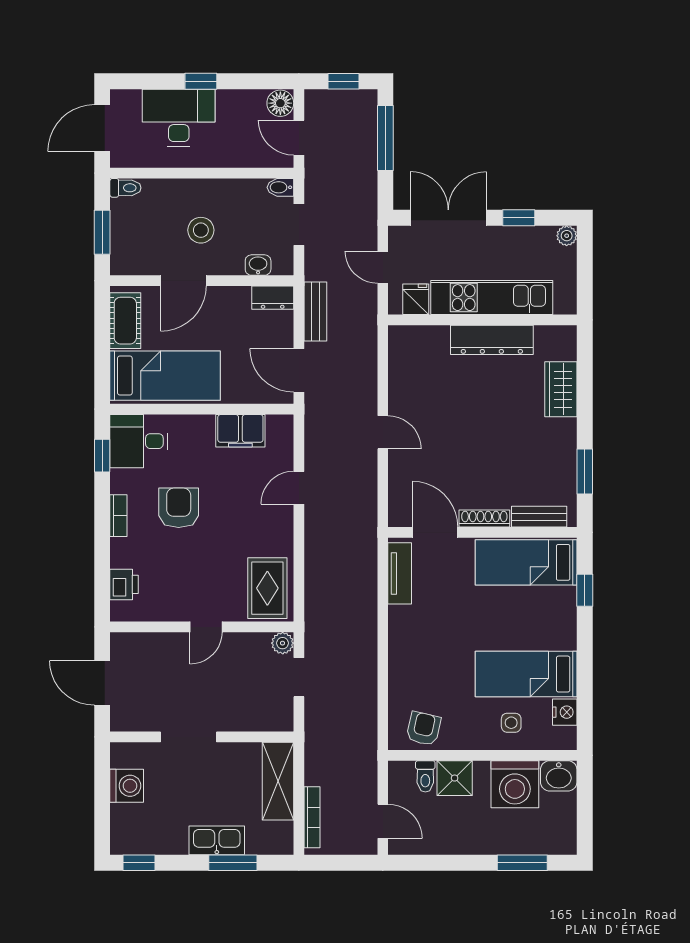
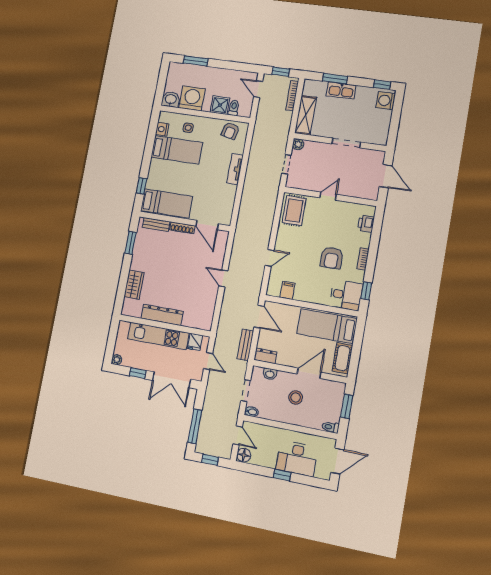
filing cabinet: (240, 431) -> (287, 290), width x0.50
tv unit: (400, 573) -> (235, 169), moved
plant: (283, 643) -> (298, 144), moved
washing machine: (127, 786) -> (386, 101), moved
window: (344, 863) -> (281, 72), added

